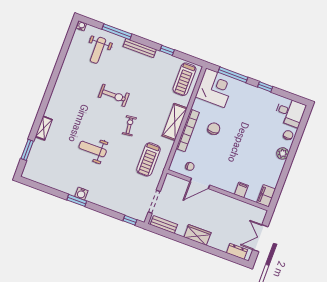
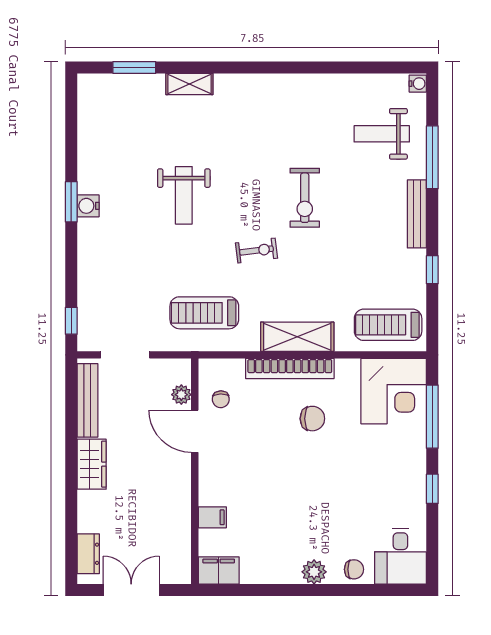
weight bench: (93, 149) -> (184, 195), turned 180
plant: (181, 183) -> (181, 395), added
bench: (164, 225) -> (87, 400), width x1.36

